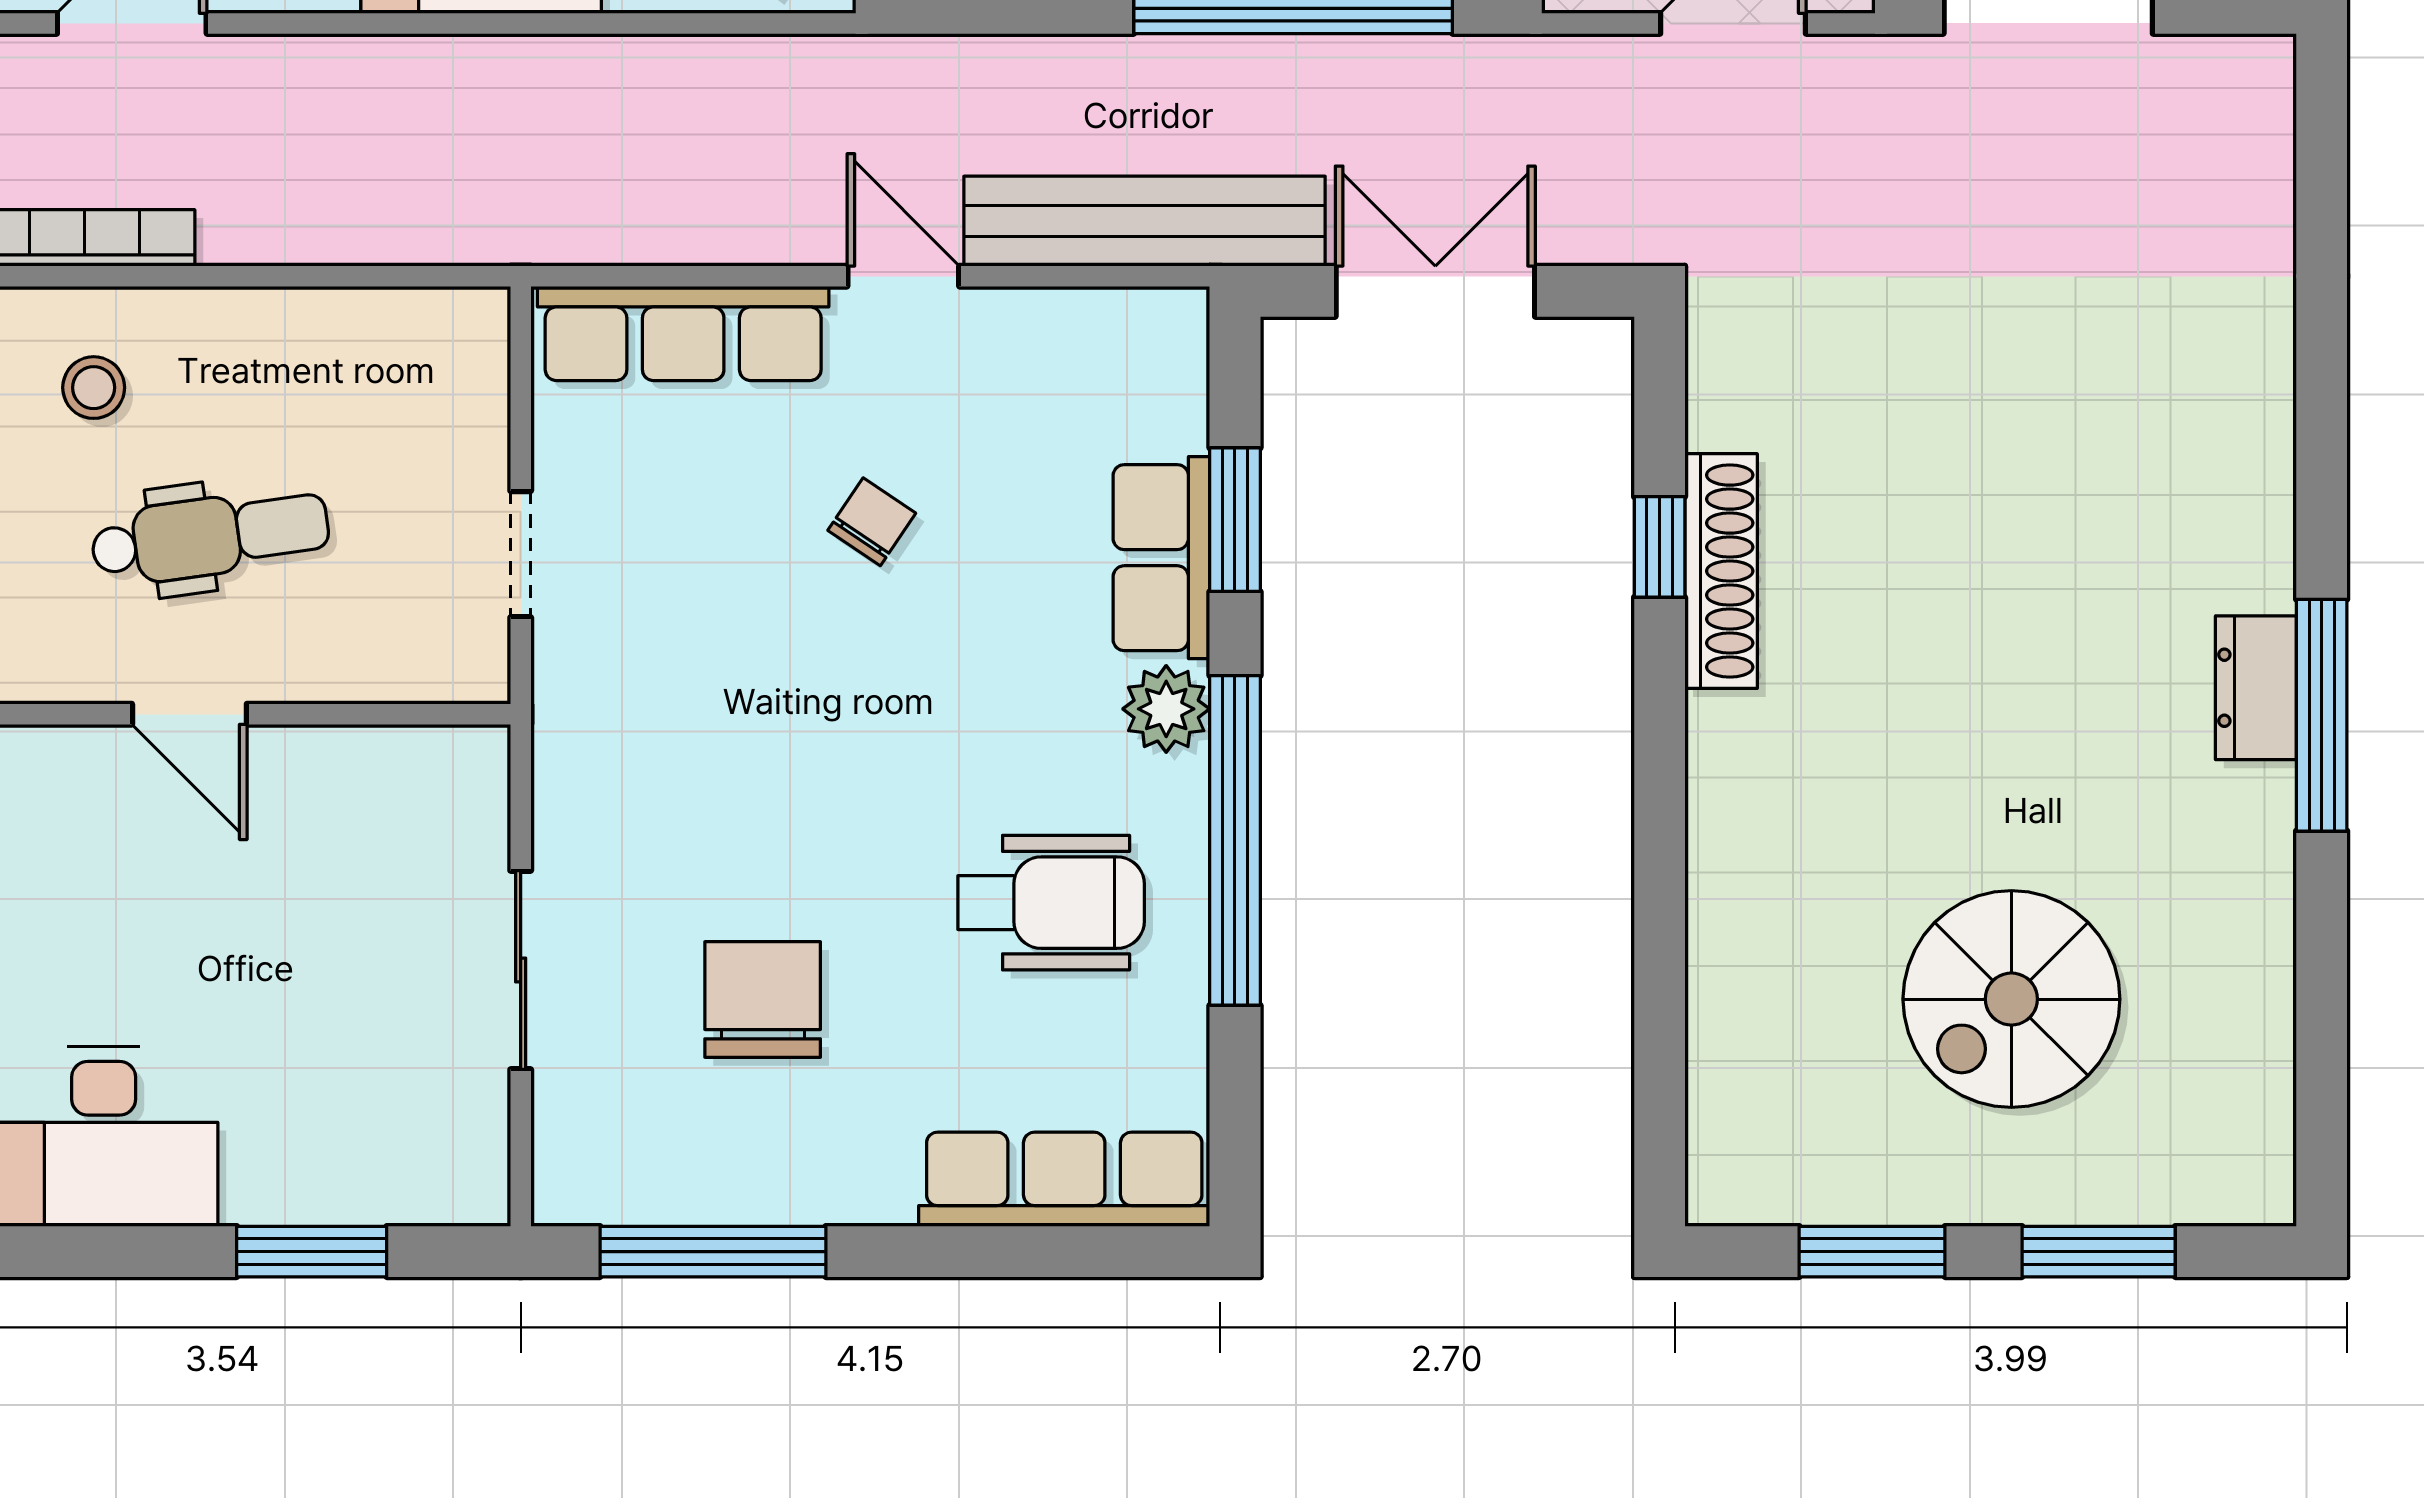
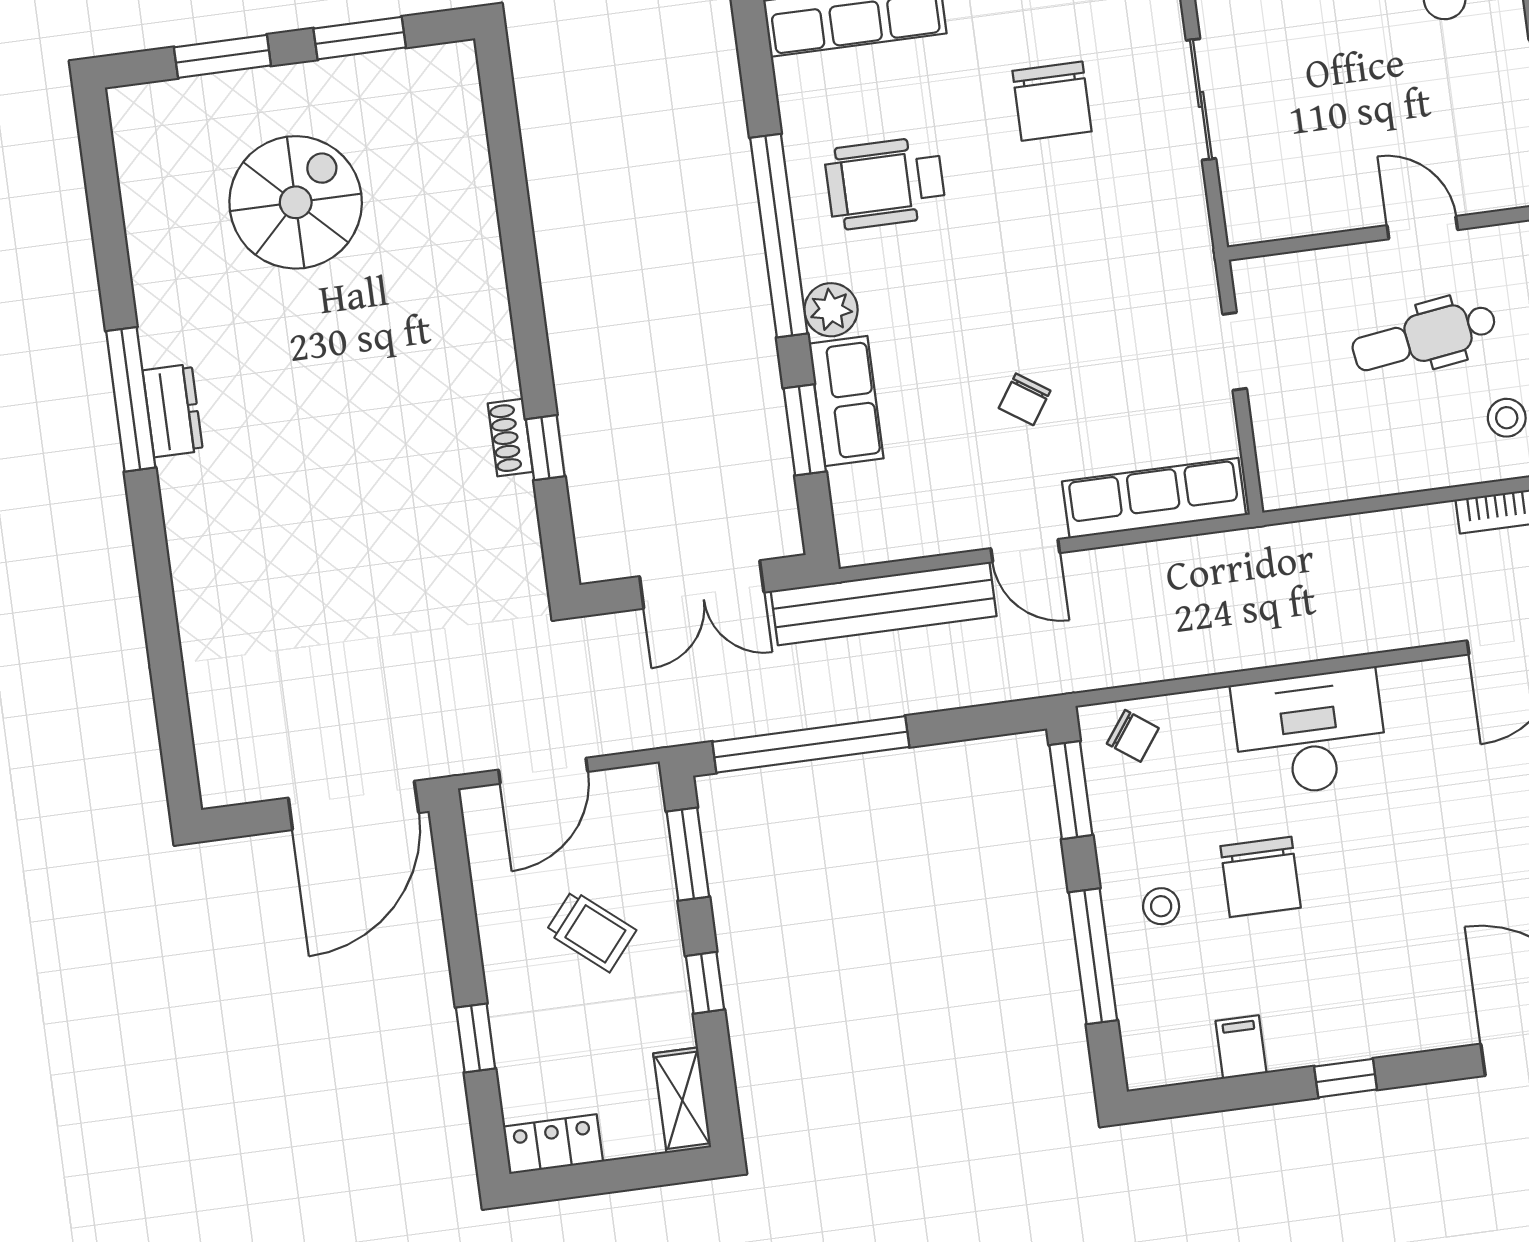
shoe rack: (1721, 571) -> (510, 438), width x0.51, depth x0.81

